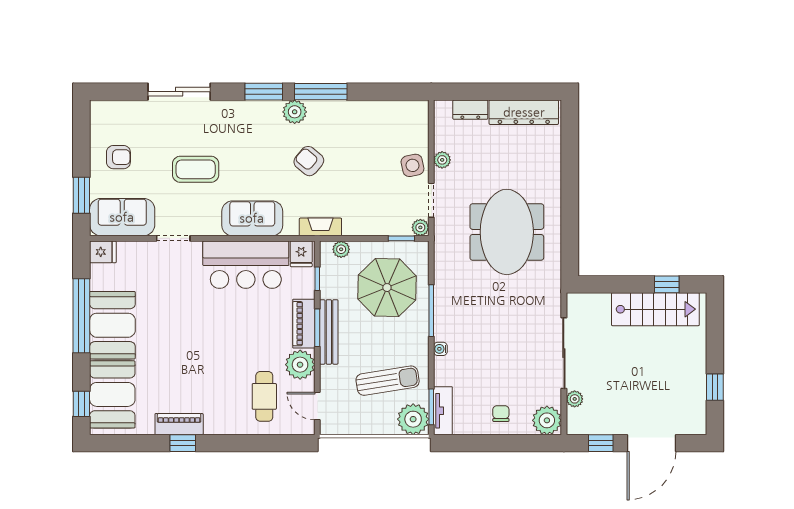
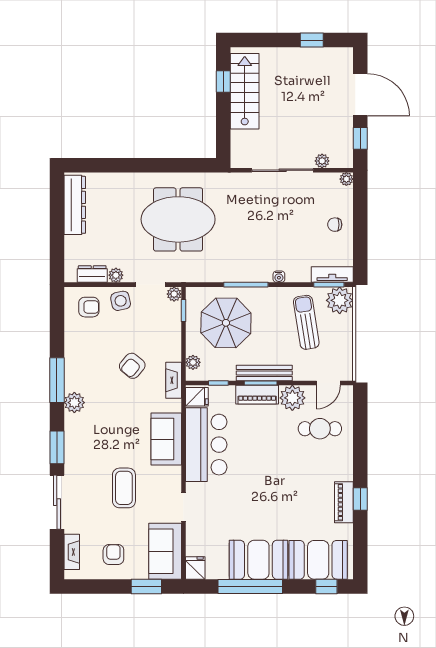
window: (264, 92) -> (57, 447), moved
fireplace: (121, 109) -> (72, 552), added
dresser: (470, 110) -> (92, 274), moved, turned -90
armchair: (405, 129) -> (89, 307), added
armchair: (309, 161) -> (132, 366), moved
plant: (547, 420) -> (346, 179), width x0.53, depth x0.53

